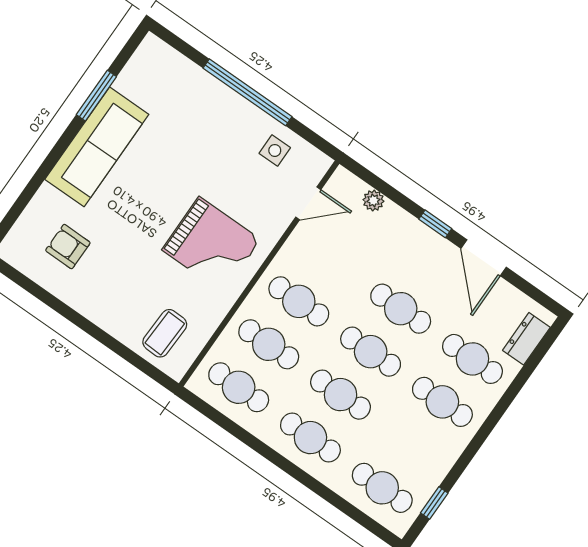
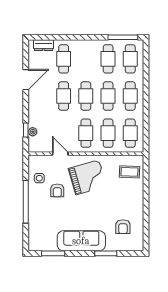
window: (96, 96) -> (53, 253), moved
armchair: (227, 168) -> (57, 190), added
window: (39, 177) -> (106, 253), added
door: (308, 203) -> (60, 154), moved
window: (435, 224) -> (26, 130), moved
grand piano: (211, 245) -> (87, 177), turned 74
cafe table: (442, 402) -> (108, 59), moved
window: (434, 503) -> (123, 37), width x2.17

